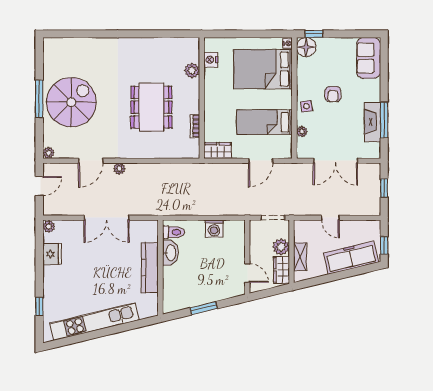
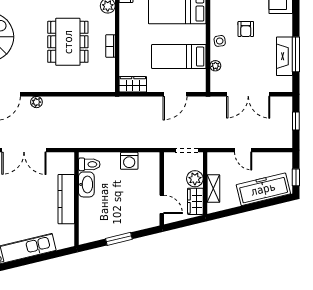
bookcase: (195, 126) -> (110, 46), moved

